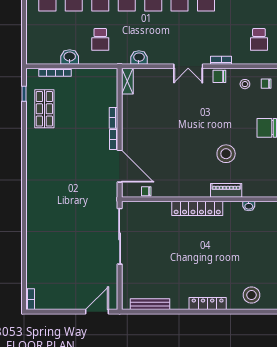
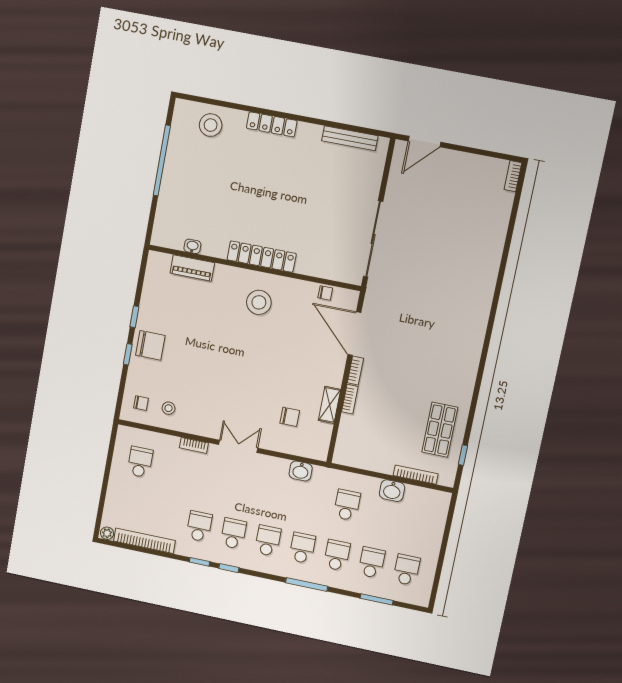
chair: (219, 76) -> (290, 417), moved
shelving: (127, 81) -> (329, 405), moved
stool: (226, 154) -> (259, 302), moved
piano: (226, 190) -> (192, 268), moved

